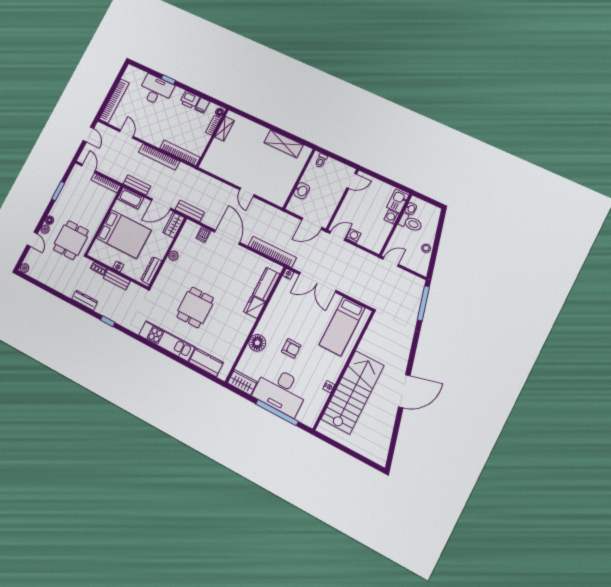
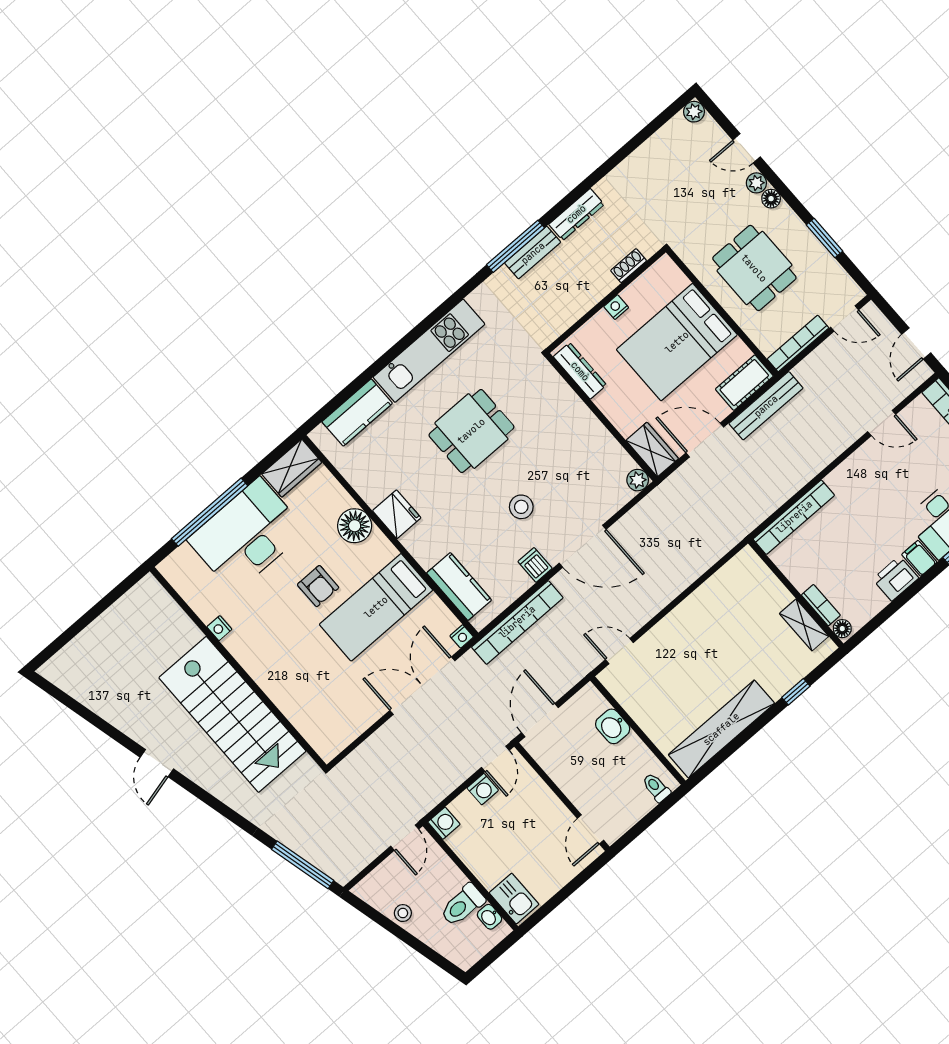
filing cabinet: (202, 105) -> (919, 558), moved
window: (255, 120) -> (796, 692), added
door: (88, 134) -> (916, 344), hinge flipped
shelving: (284, 144) -> (721, 729), width x1.47
bookcase: (159, 157) -> (805, 472), removed
bench: (137, 185) -> (766, 406), width x1.36
door: (247, 192) -> (619, 651), moved
door: (161, 204) -> (705, 440), hinge flipped
bench: (190, 211) -> (667, 492), removed
washing machine: (392, 217) -> (444, 823), moved
dishwasher: (203, 235) -> (535, 565), moved
dining table: (71, 240) -> (754, 268), moved
plant: (173, 256) -> (638, 480), moved
stool: (220, 271) -> (521, 507), added
bench: (117, 279) -> (533, 253), moved
dining table: (195, 307) -> (471, 431), turned 90
fridge: (254, 307) -> (397, 514), moved
window: (108, 321) -> (516, 246), width x2.17
bed: (342, 326) -> (376, 607), moved, turned -90
armchair: (291, 348) -> (318, 586), turned -90
door: (404, 391) -> (157, 763), width x0.53
stairs: (353, 392) -> (232, 714), moved

